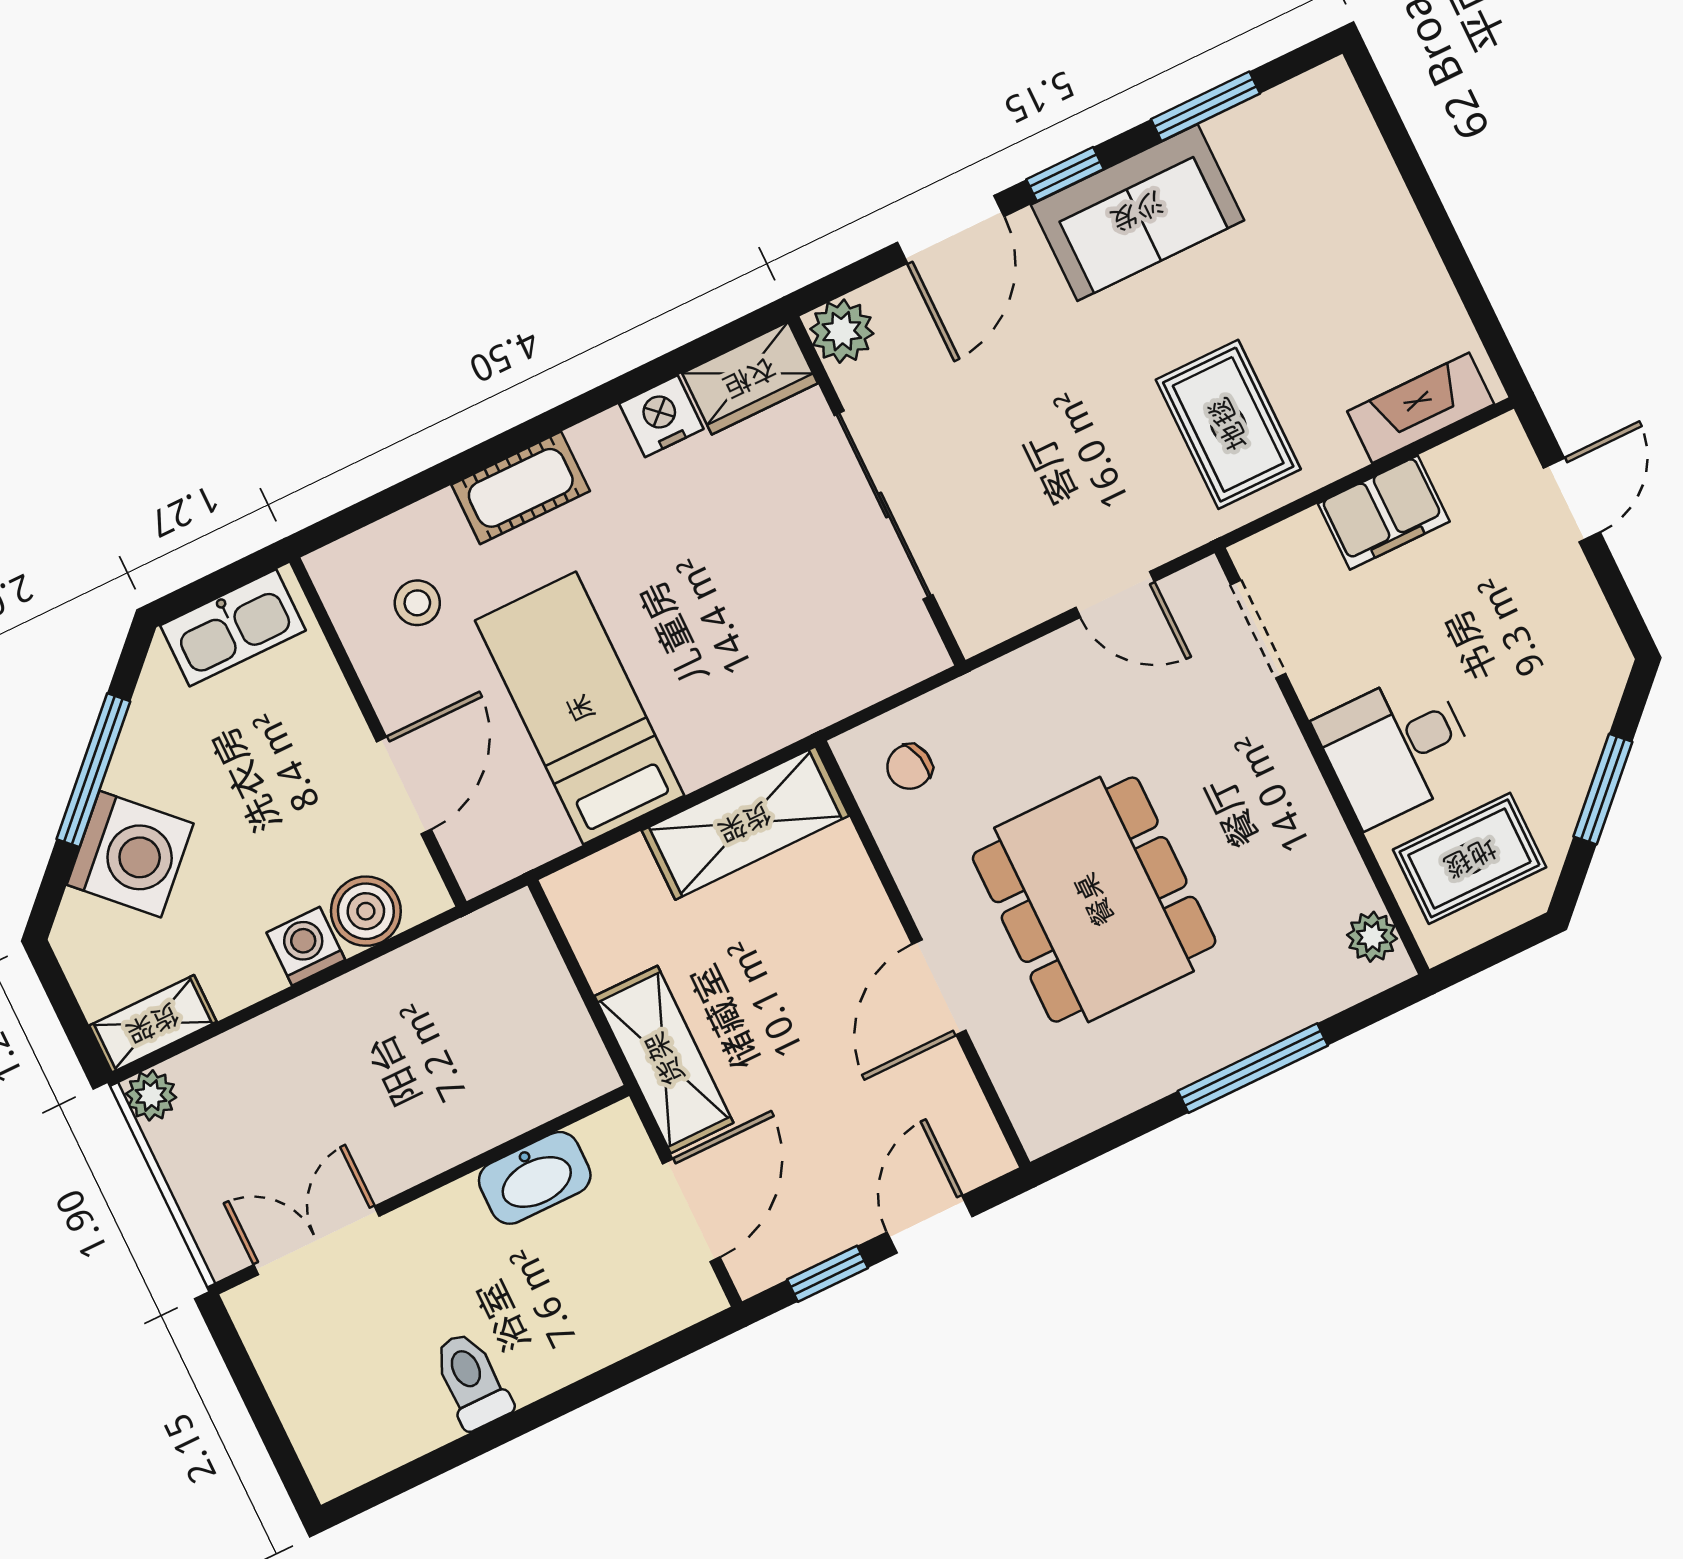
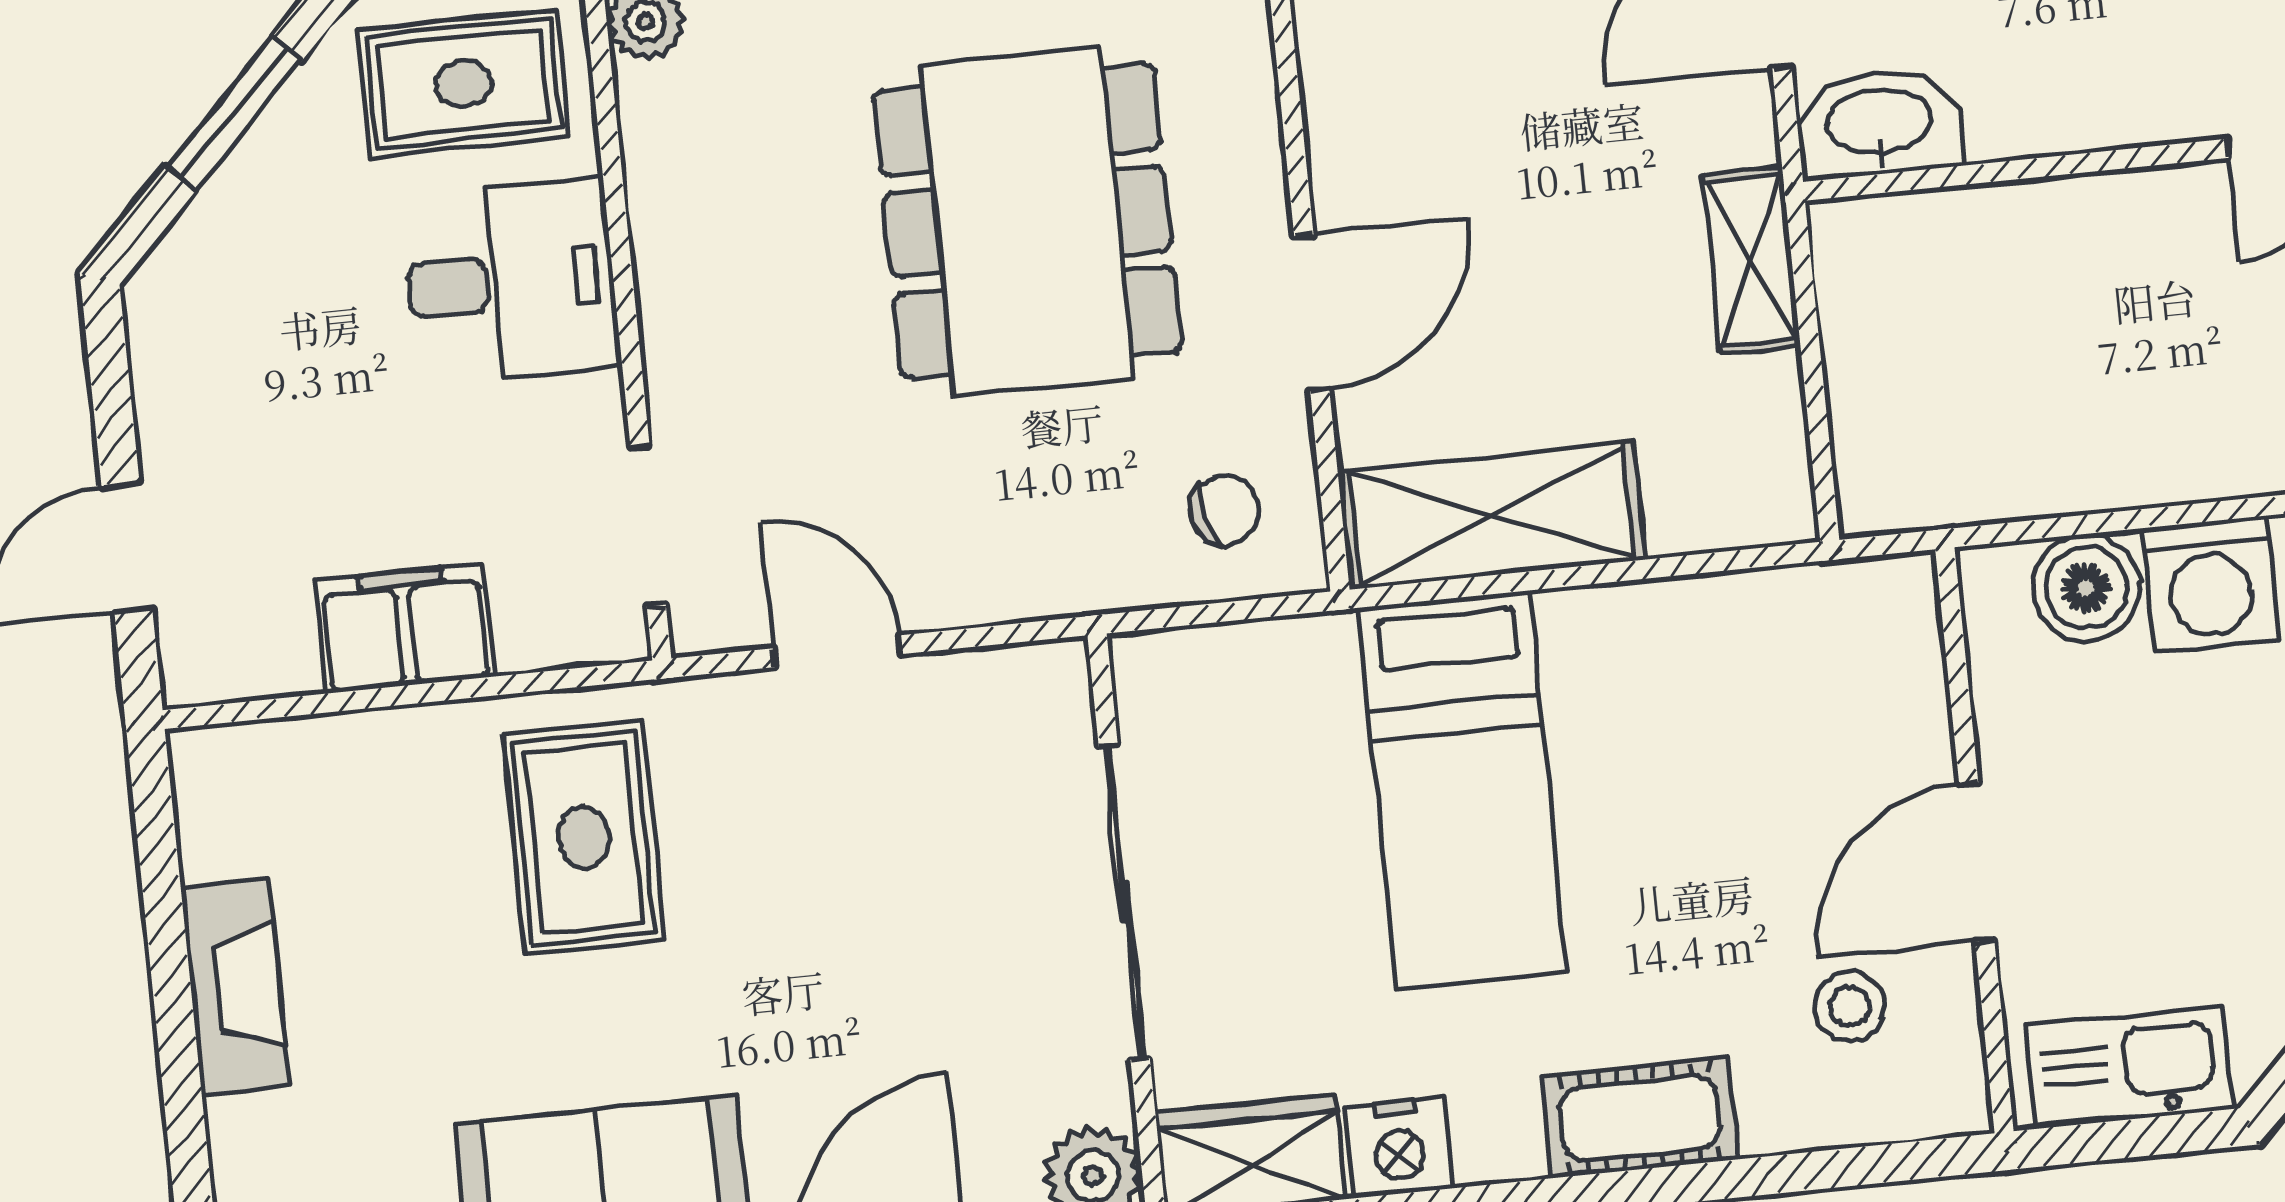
fireplace: (1421, 408) -> (235, 987), moved, turned -90
bed: (580, 708) -> (1463, 790), moved
door: (404, 785) -> (1977, 862), moved
washing machine: (306, 946) -> (2210, 584), width x1.38, depth x1.38
door: (939, 987) -> (1312, 313), moved
shelving: (664, 1059) -> (1751, 260), width x0.67, depth x0.75
washbasin: (535, 1178) -> (1879, 124), moved

